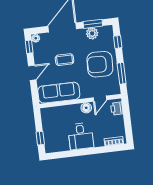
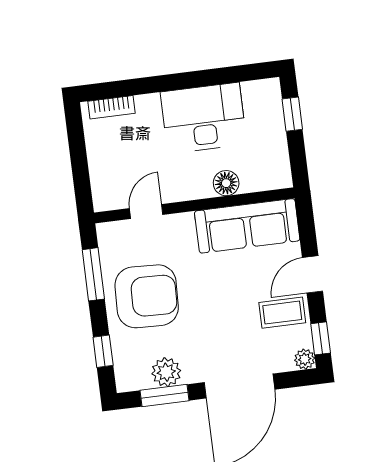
coffee table: (65, 60) -> (282, 313), moved
floor lamp: (86, 108) -> (226, 183), moved
printer: (117, 109) -> (104, 188), removed
desk: (81, 136) -> (204, 118), width x1.37

